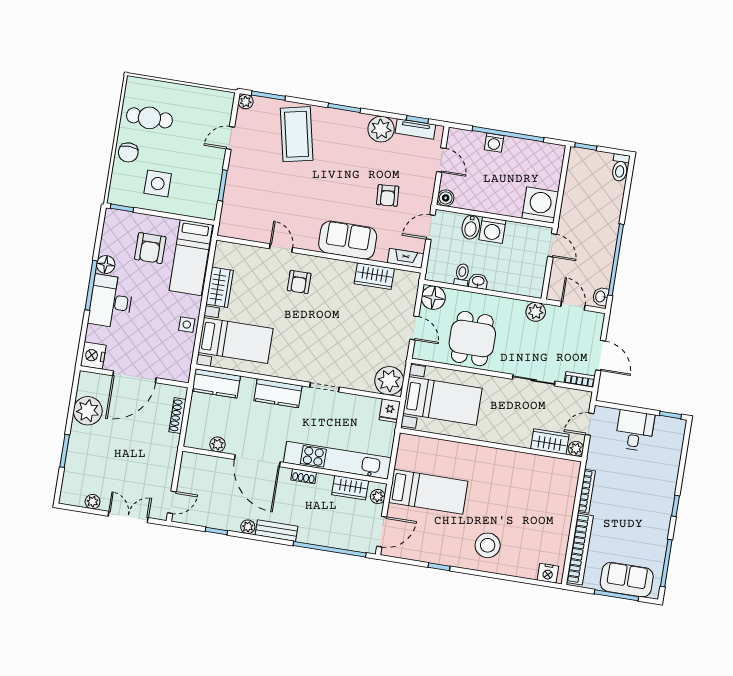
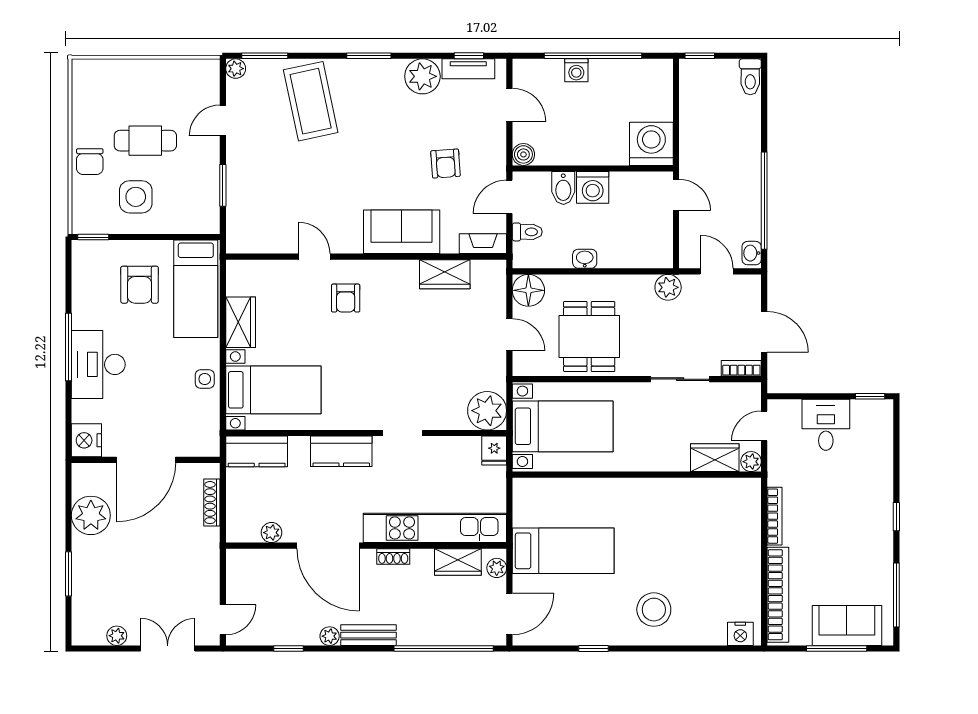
cafe table: (149, 118) -> (145, 141), moved
floor lamp: (106, 265) -> (84, 316), removed
toilet: (462, 275) -> (527, 232), moved, turned 90

